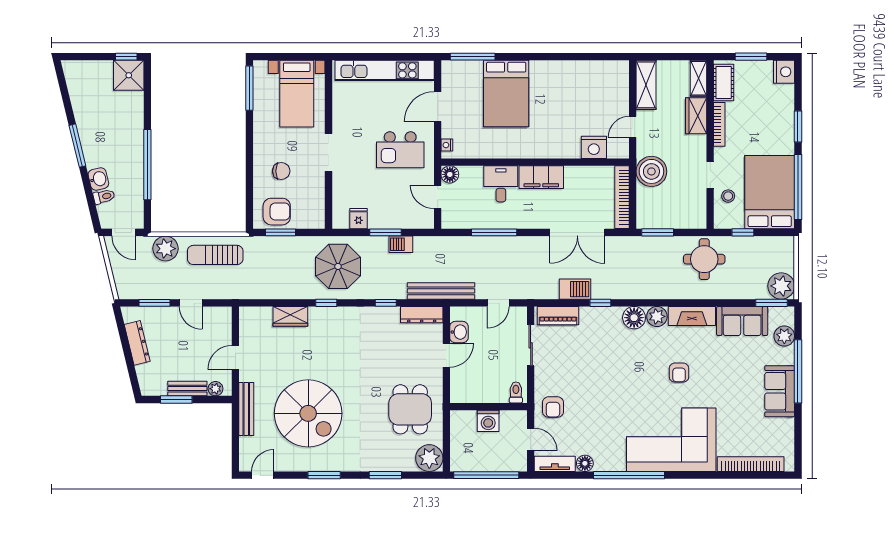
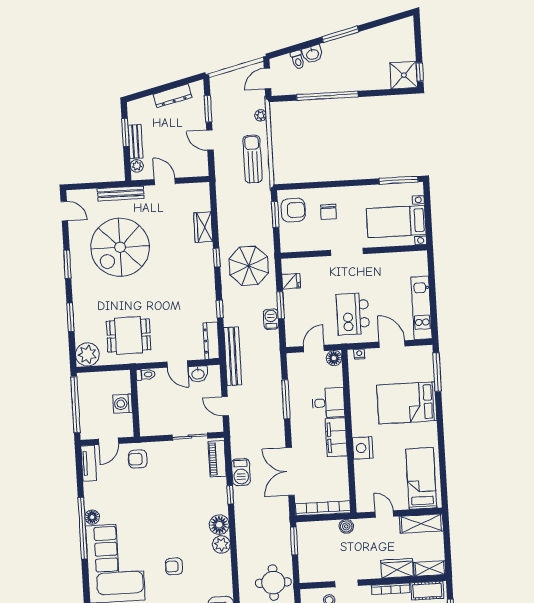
kitchen unit: (385, 70) -> (421, 308), width x0.73
bed: (594, 82) -> (421, 478), added
nightstand: (594, 147) -> (363, 448), moved
boiler: (651, 171) -> (346, 526), width x0.54, depth x0.54
armchair: (277, 212) -> (293, 210), turned -90
plant: (166, 249) -> (261, 115), width x0.53, depth x0.53
door: (191, 303) -> (210, 140), hinge flipped
fireplace: (692, 316) -> (224, 575), removed
toilet: (516, 392) -> (146, 375), moved
floor lamp: (585, 463) -> (92, 517), moved

